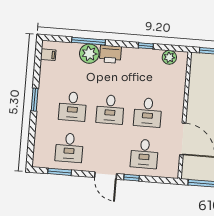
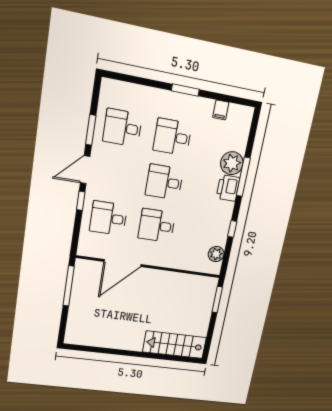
window: (88, 41) -> (243, 177), moved
filing cabinet: (48, 55) -> (221, 110), moved
window: (60, 172) -> (91, 130), moved

